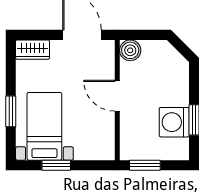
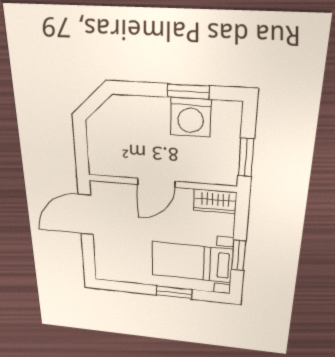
wardrobe: (33, 50) -> (215, 201), moved, turned 90
boiler: (130, 50) -> (101, 164), removed

